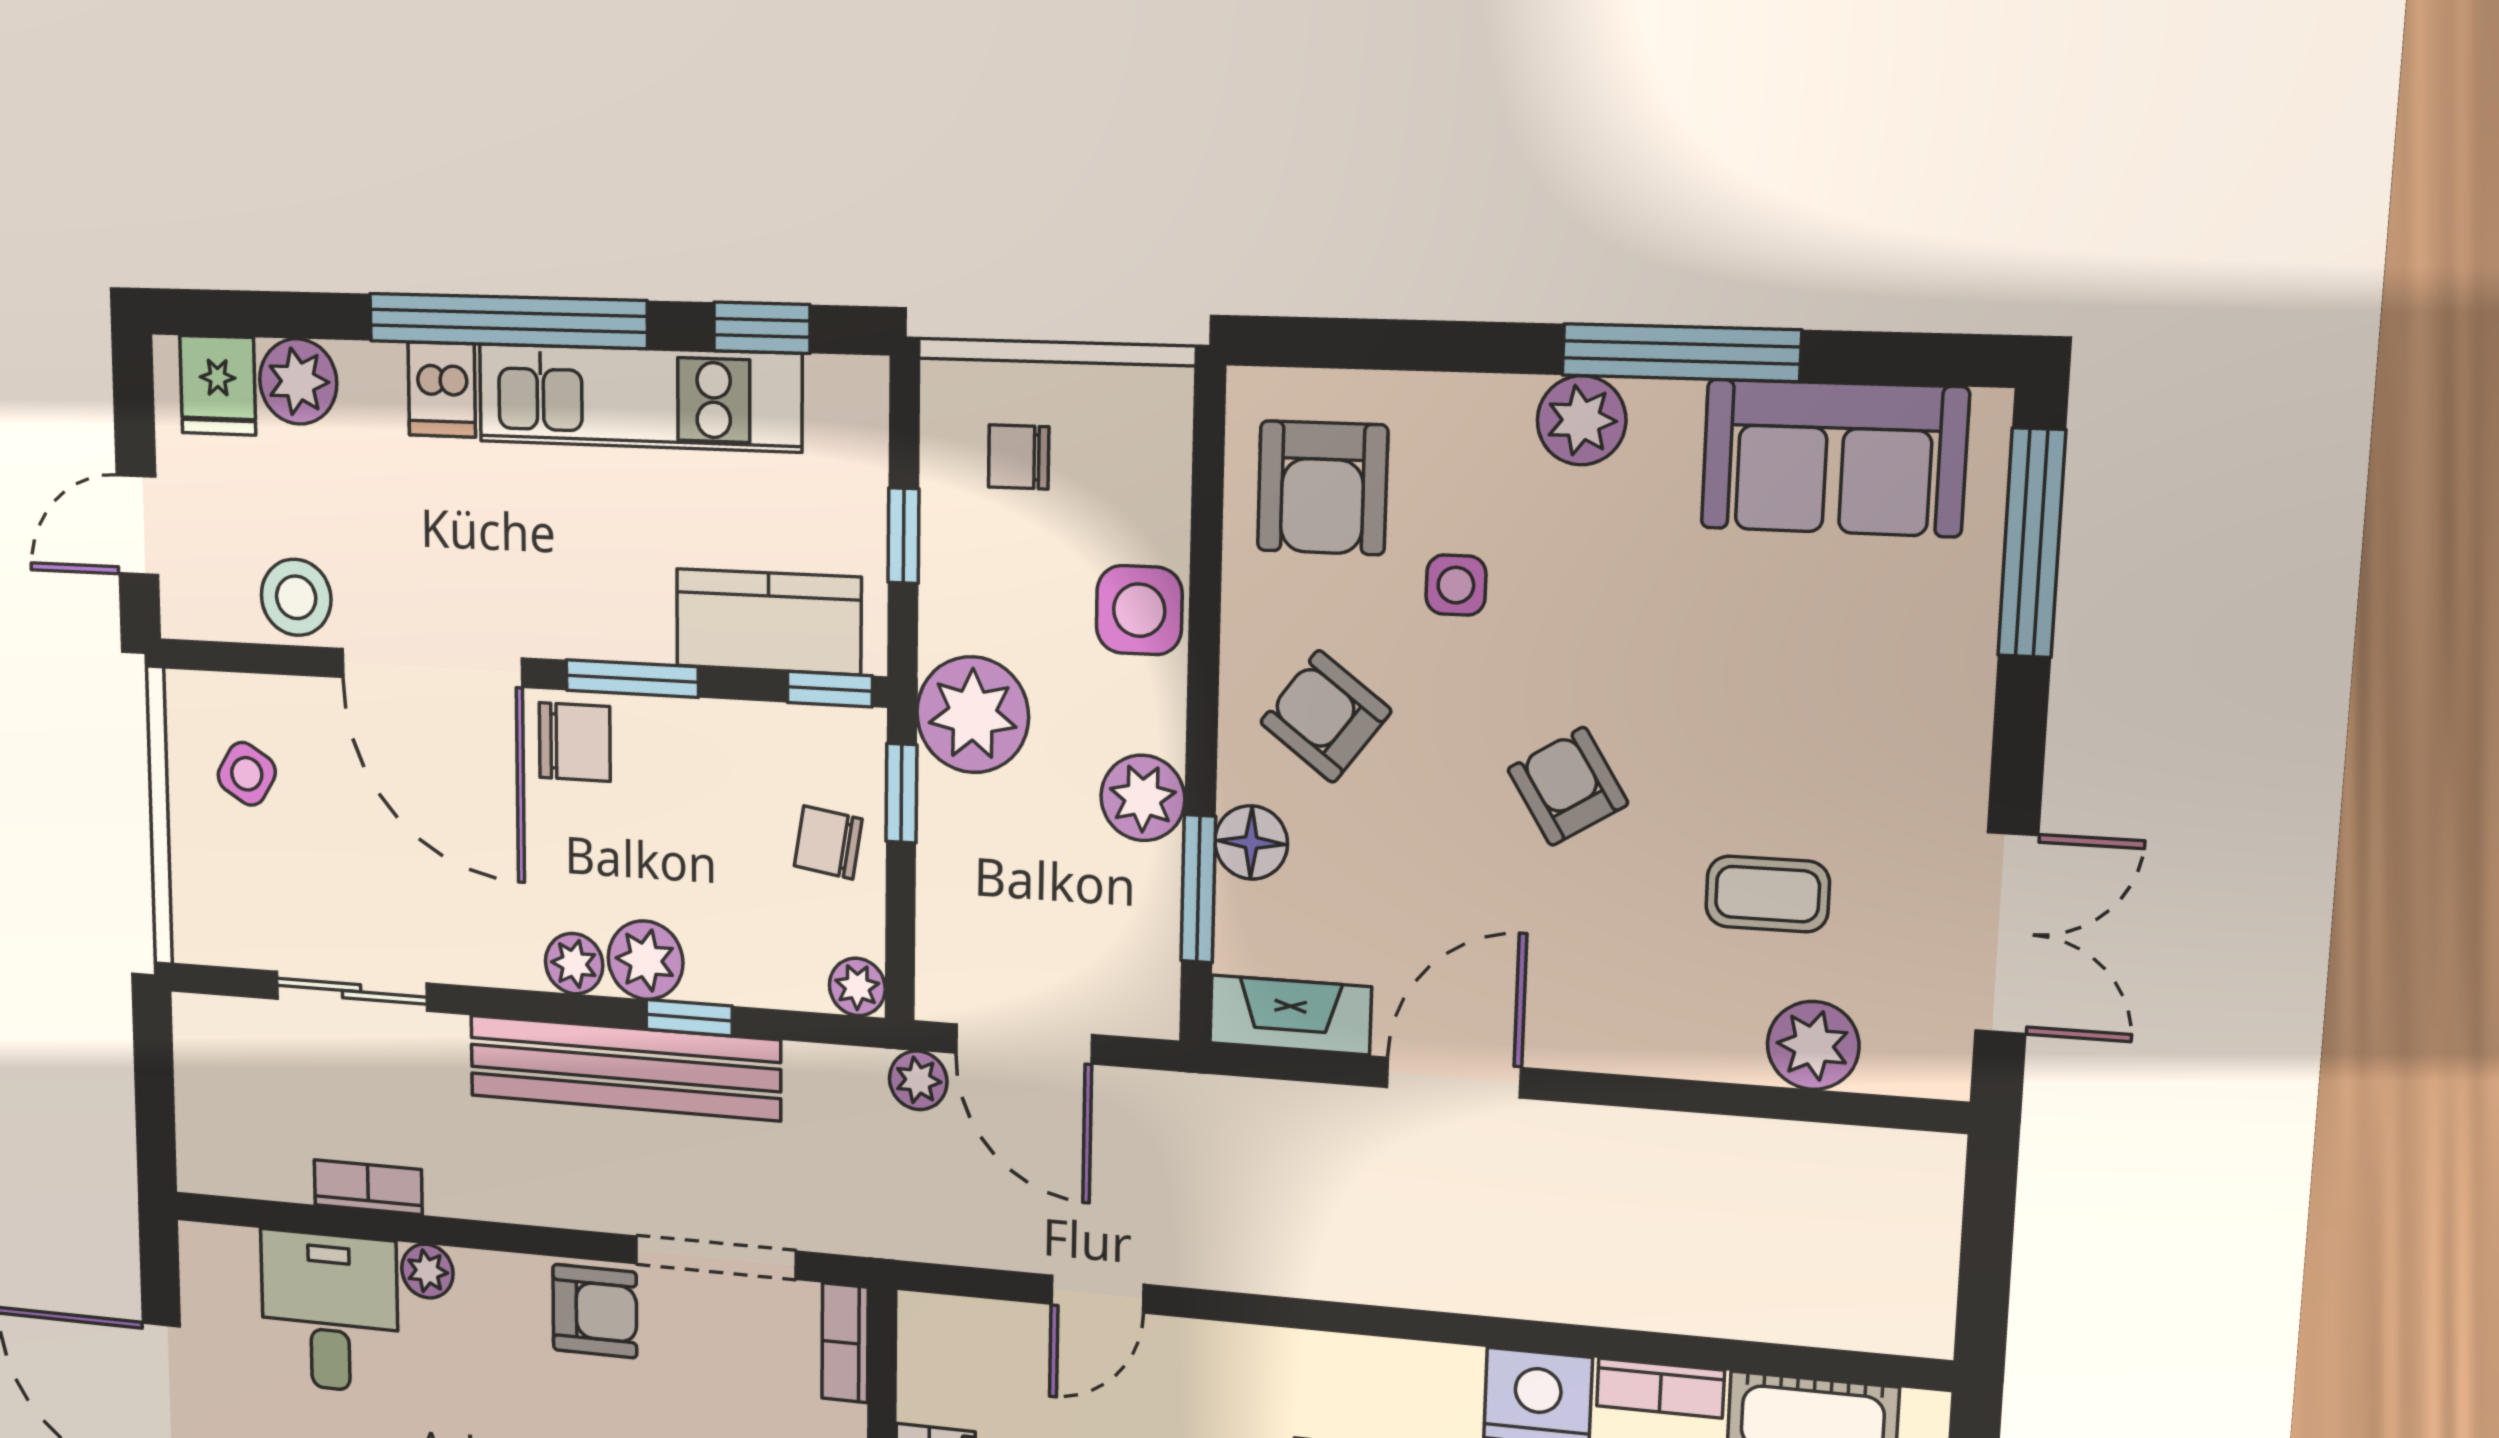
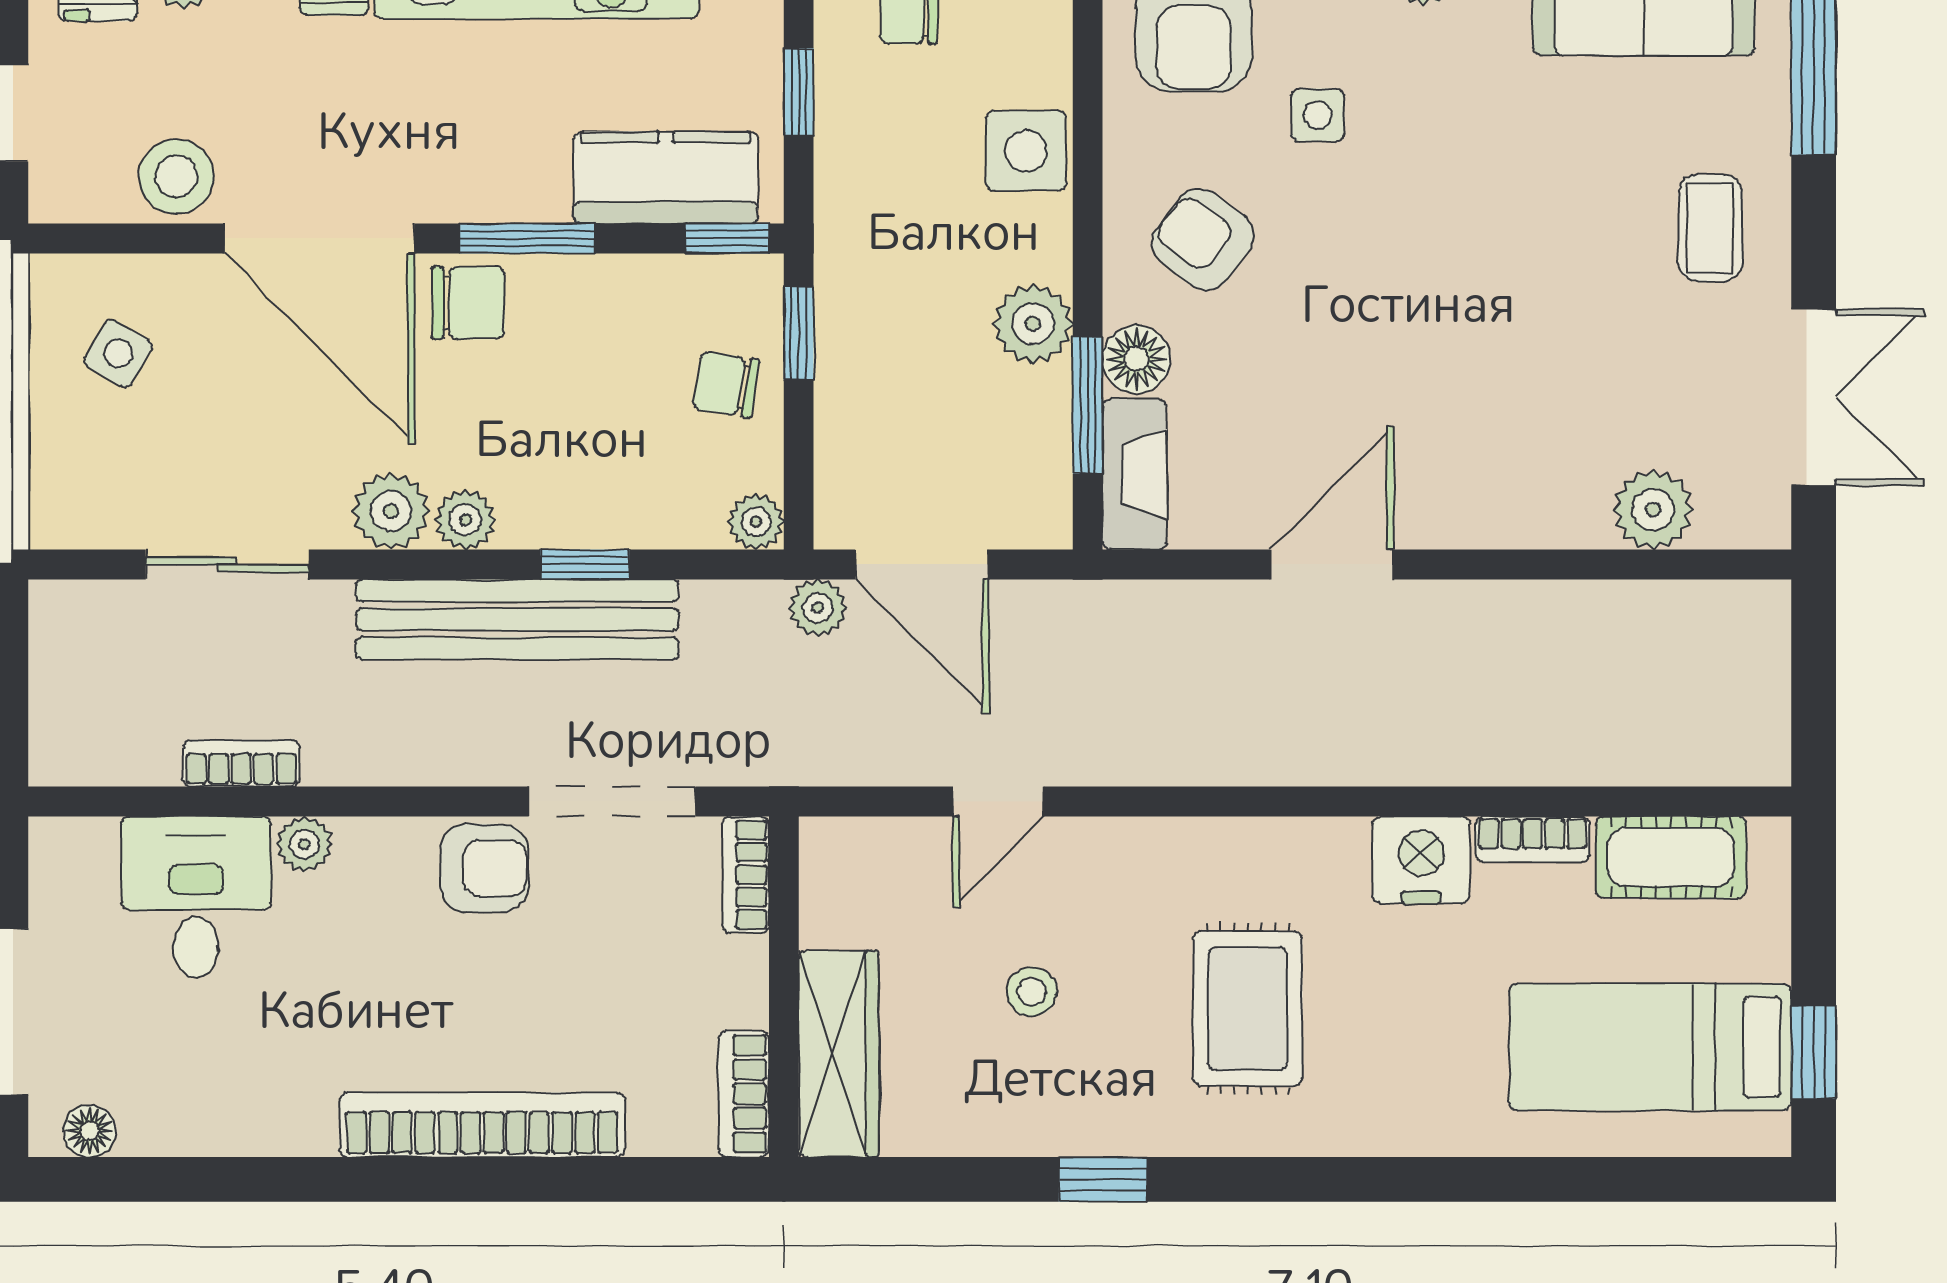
plant: (973, 715) -> (868, 255), removed
armchair: (1568, 786) -> (1425, 290), removed
coffee table: (1768, 894) -> (1710, 228), moved, turned 90
plant: (646, 960) -> (391, 511), moved
fireplace: (1290, 1015) -> (1135, 474), moved, turned 90

